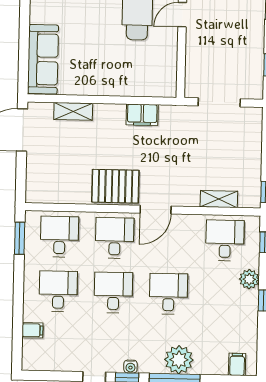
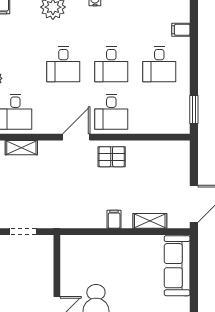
doorway: (219, 102) -> (23, 232), width x0.73
filing cabinet: (142, 115) -> (114, 219), moved, width x0.50
pallet: (115, 186) -> (112, 157), width x0.67, depth x0.71
desk: (59, 237) -> (159, 112), removed

